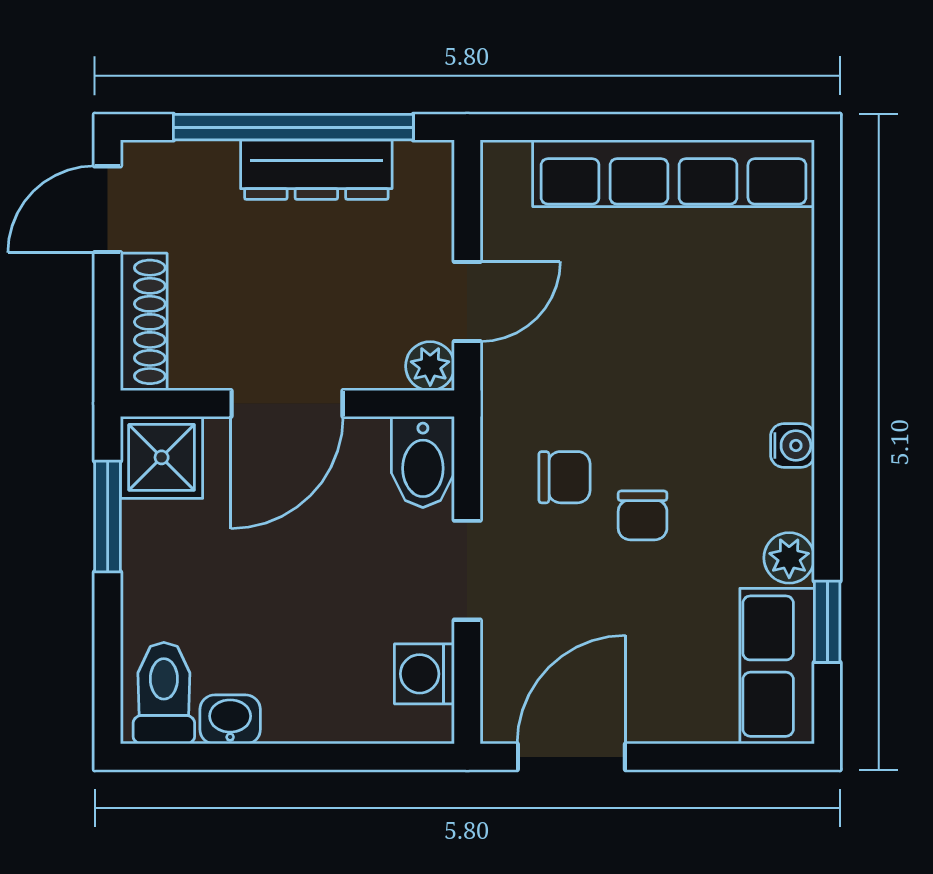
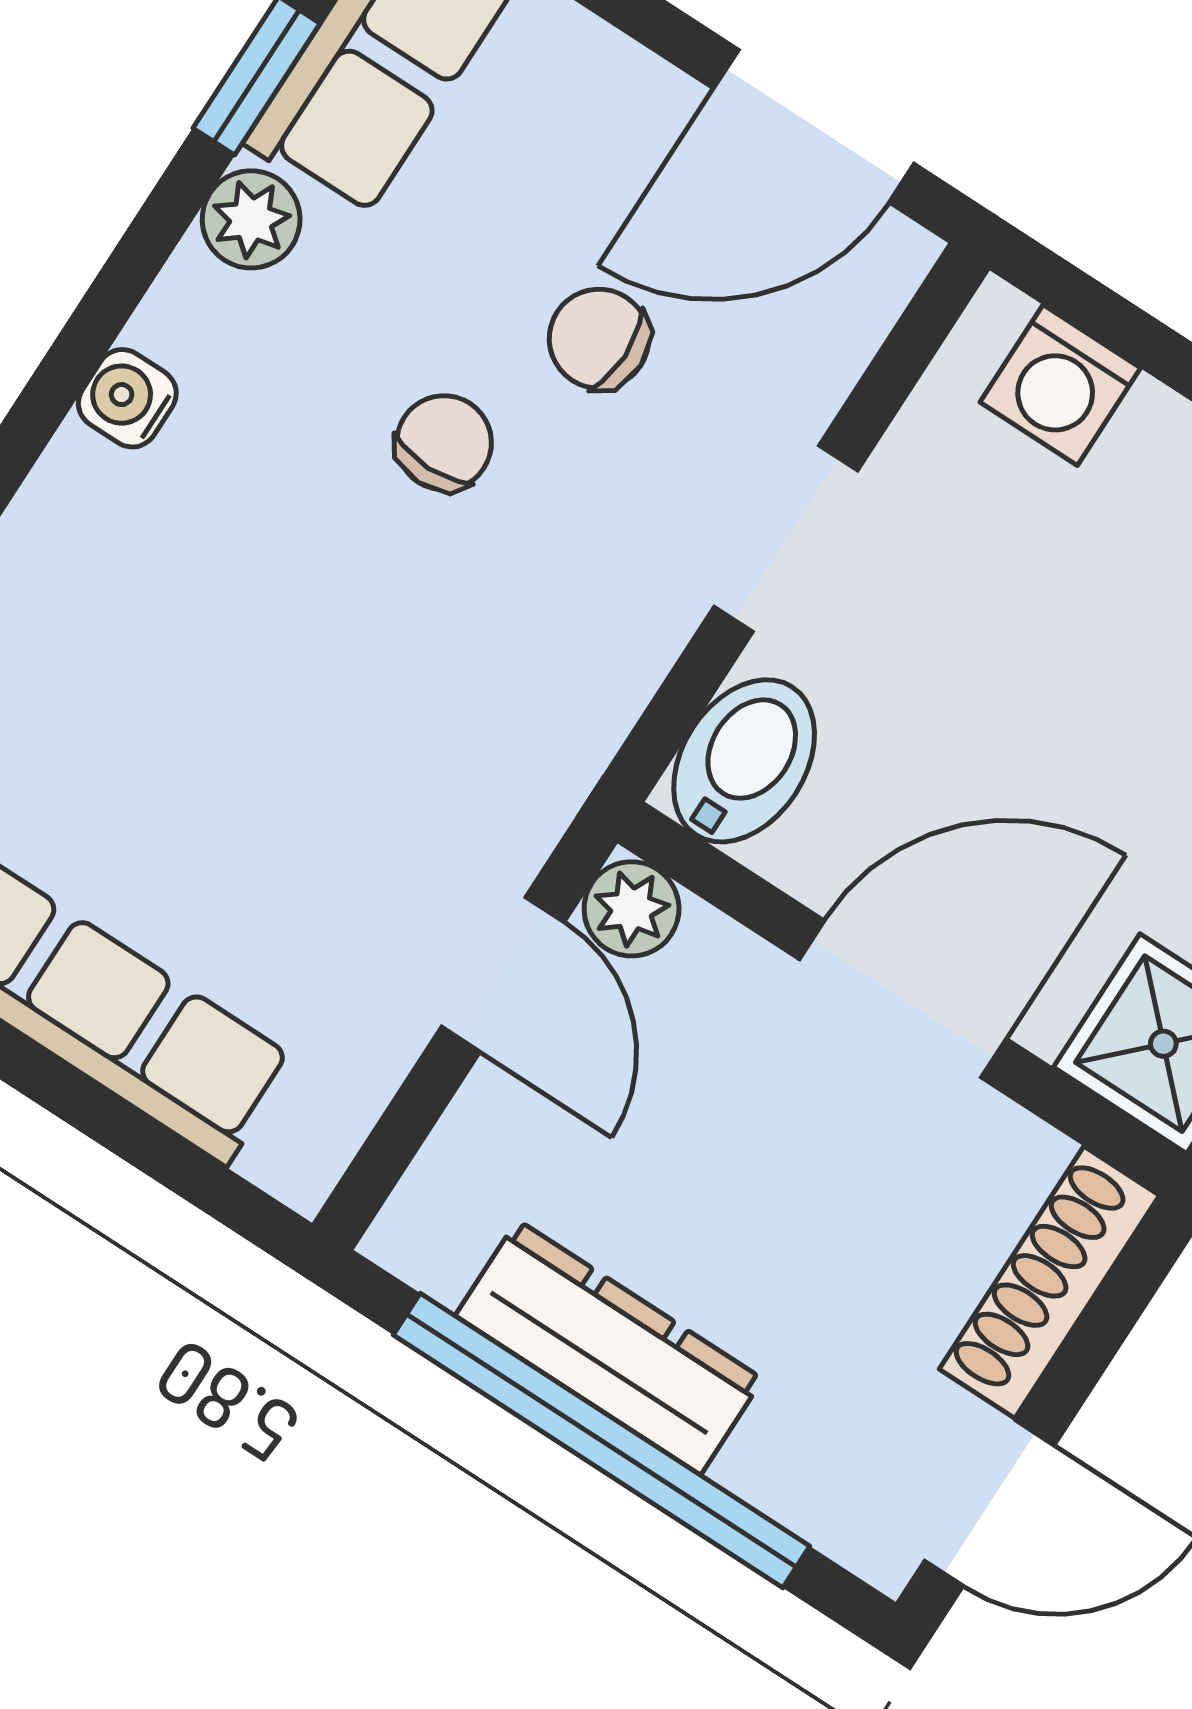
door: (467, 301) -> (503, 974), swing flipped
chair: (564, 477) -> (599, 339), moved
washing machine: (424, 674) -> (1060, 385), moved, turned 90

